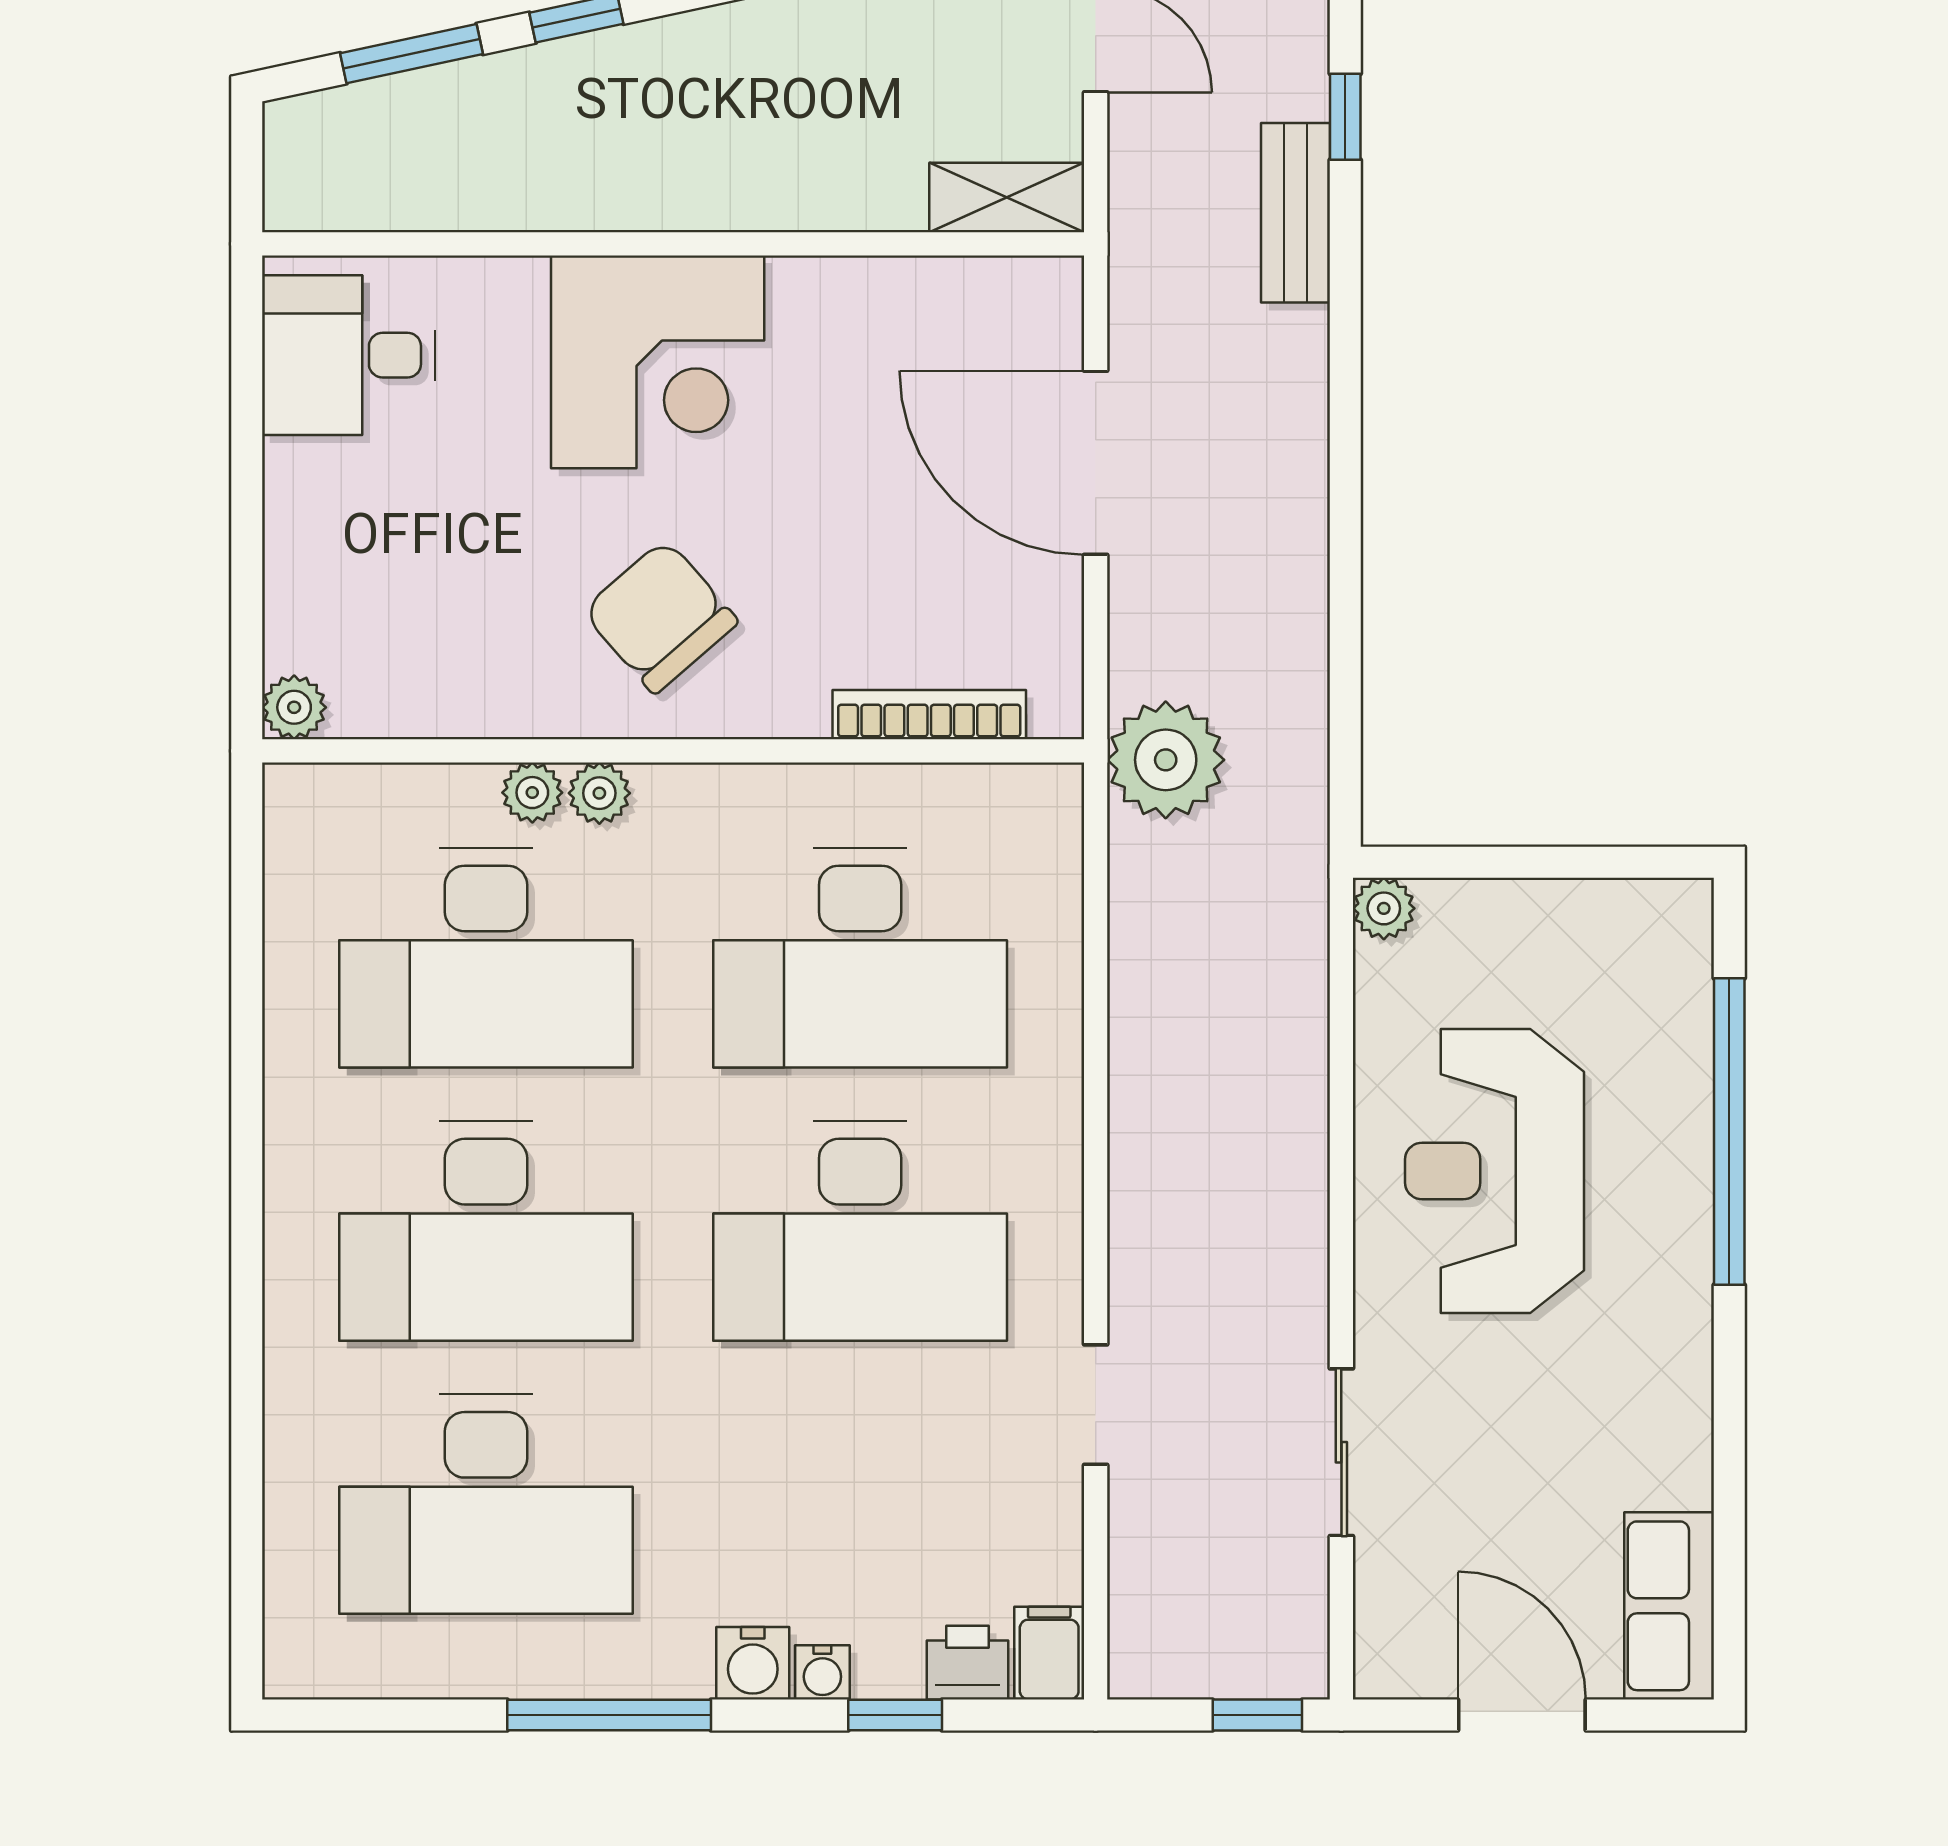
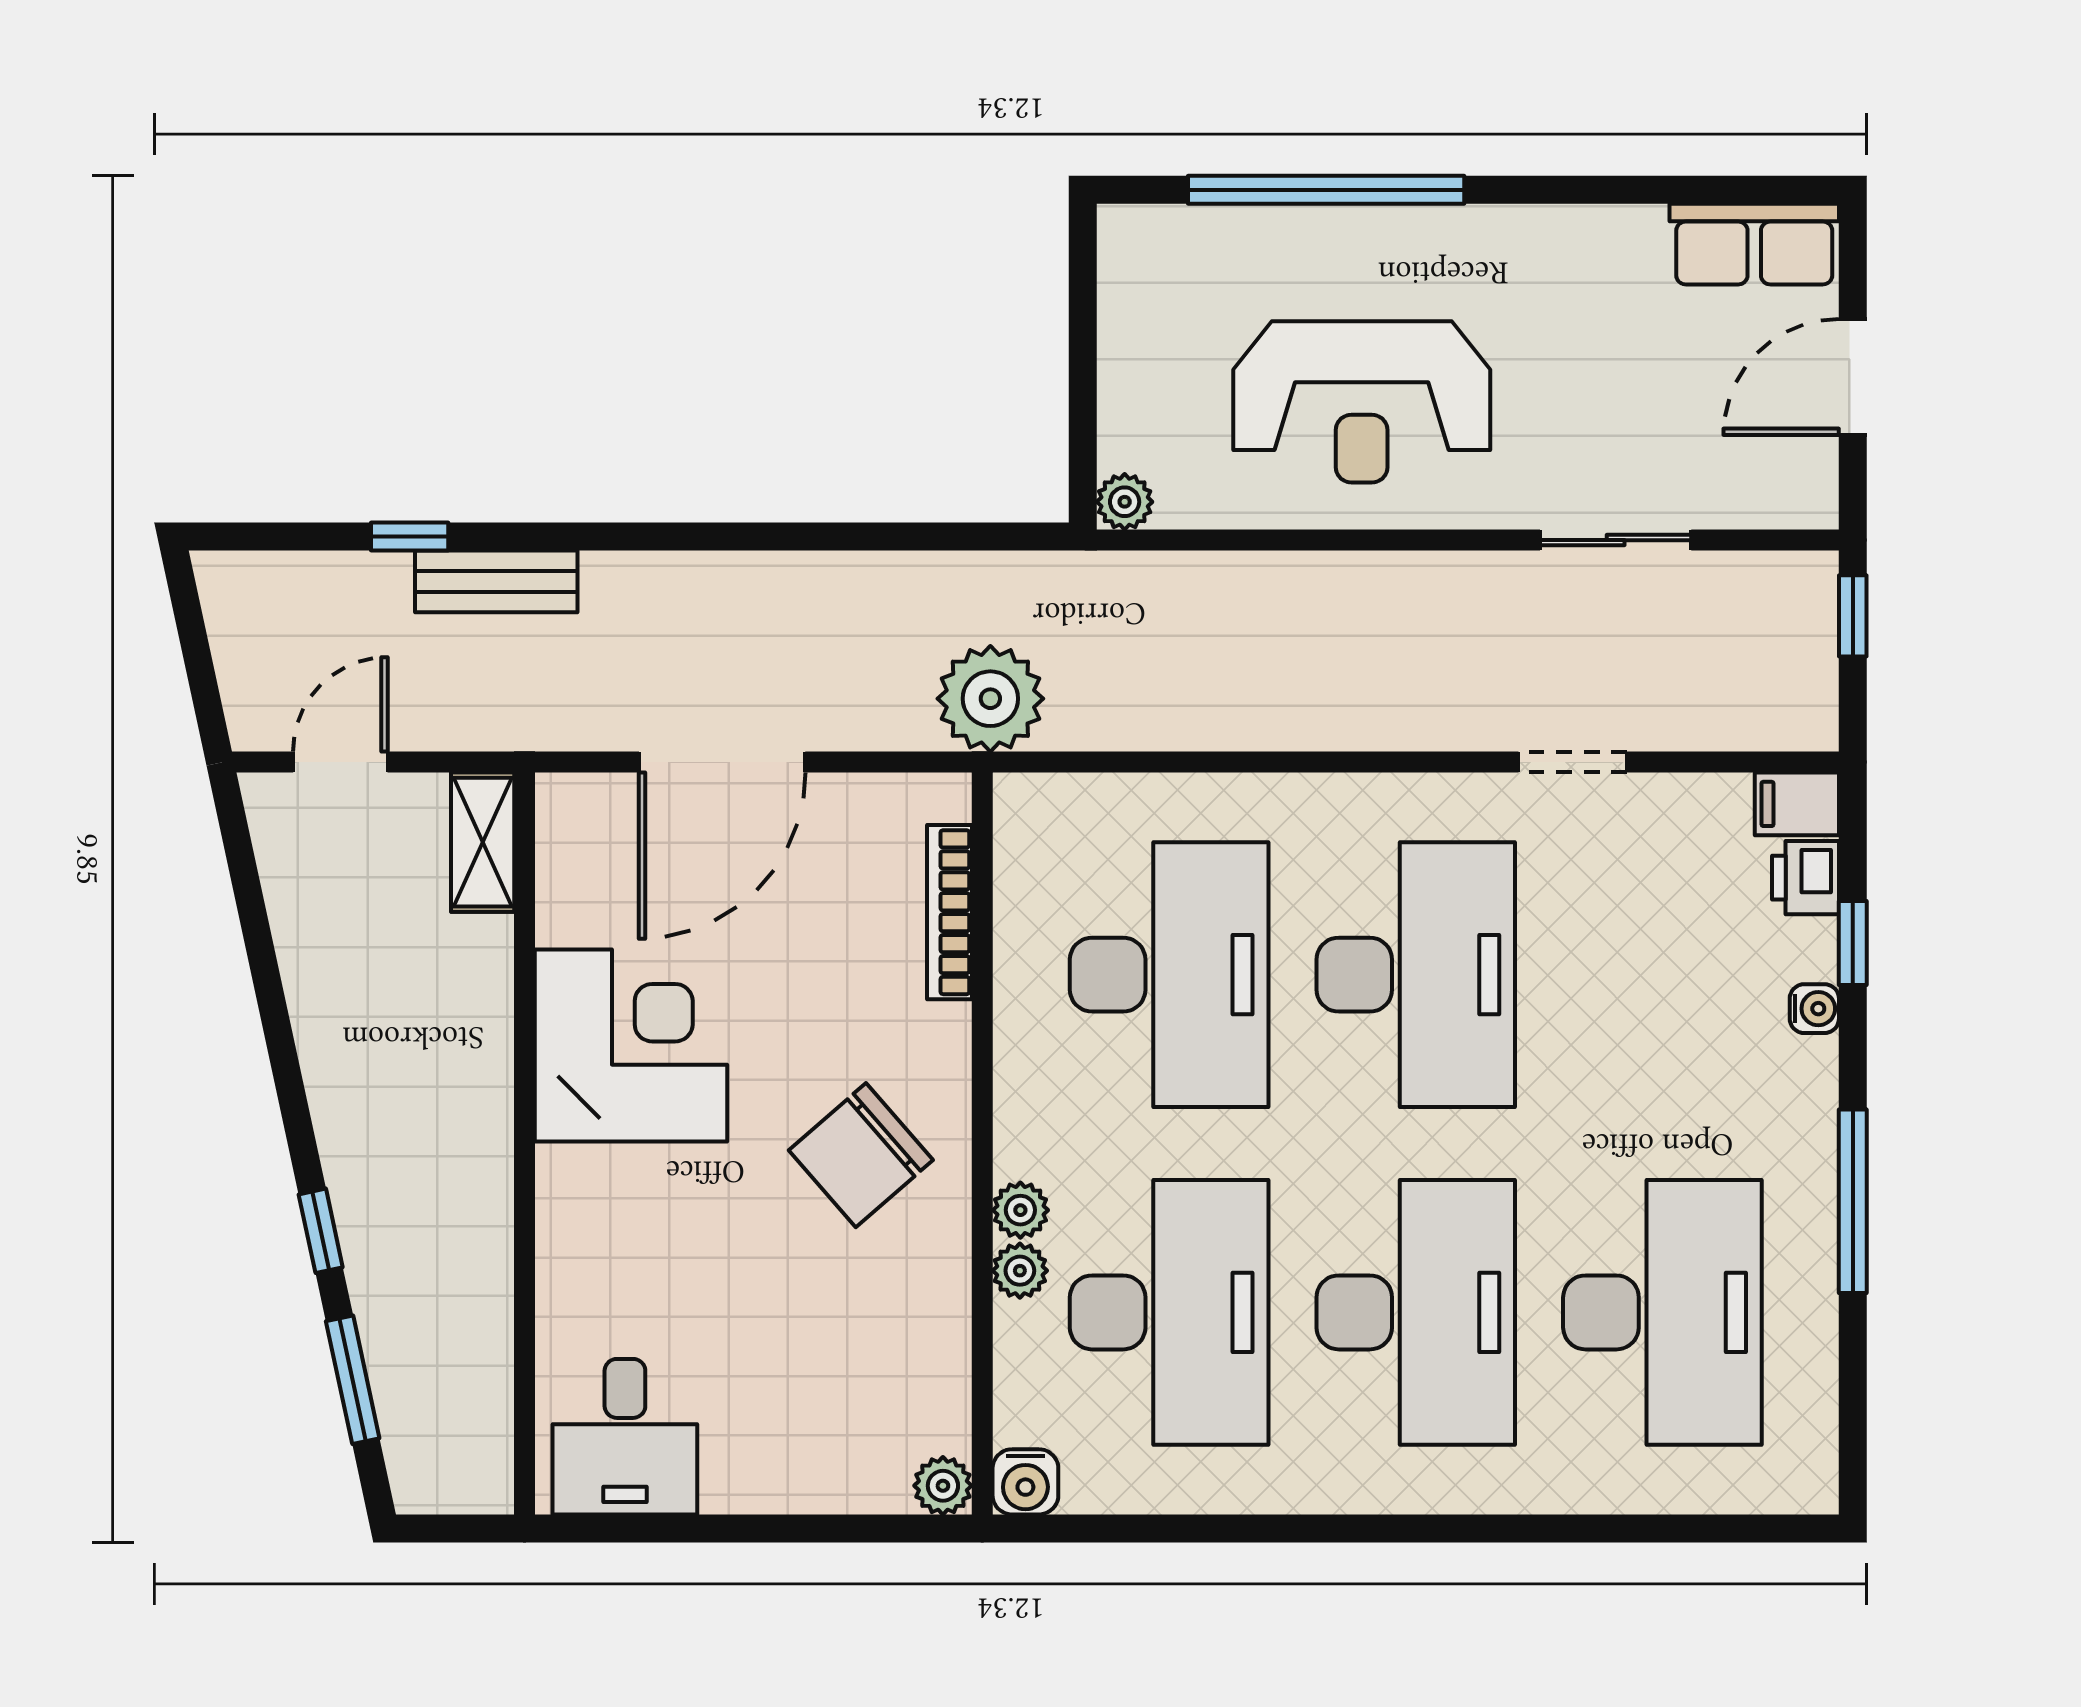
corner desk: (658, 362) -> (631, 1045), moved
water cooler: (753, 1663) -> (1025, 1482), moved, turned 90

